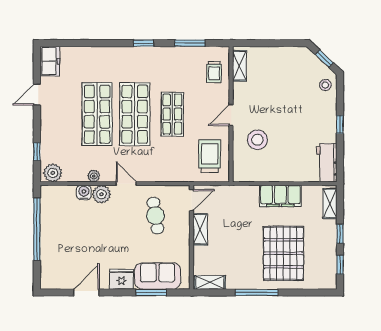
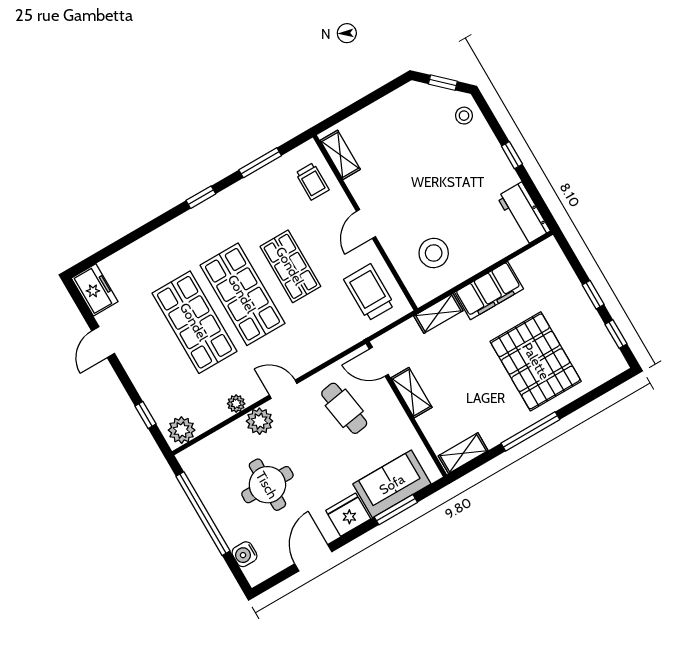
stool: (257, 140) -> (434, 253), moved
water cooler: (84, 192) -> (244, 554), moved, turned -90
door: (192, 200) -> (379, 362), swing flipped
shelving: (330, 203) -> (438, 313), moved, turned 90
round table: (85, 234) -> (267, 485), added

